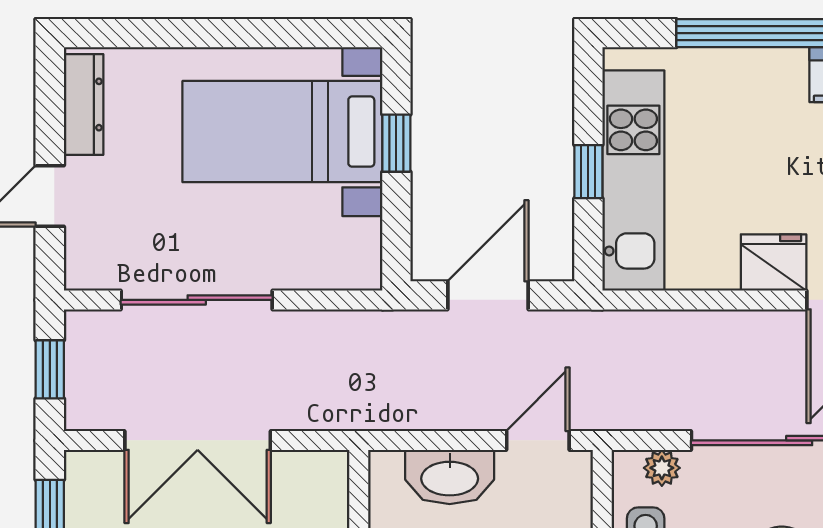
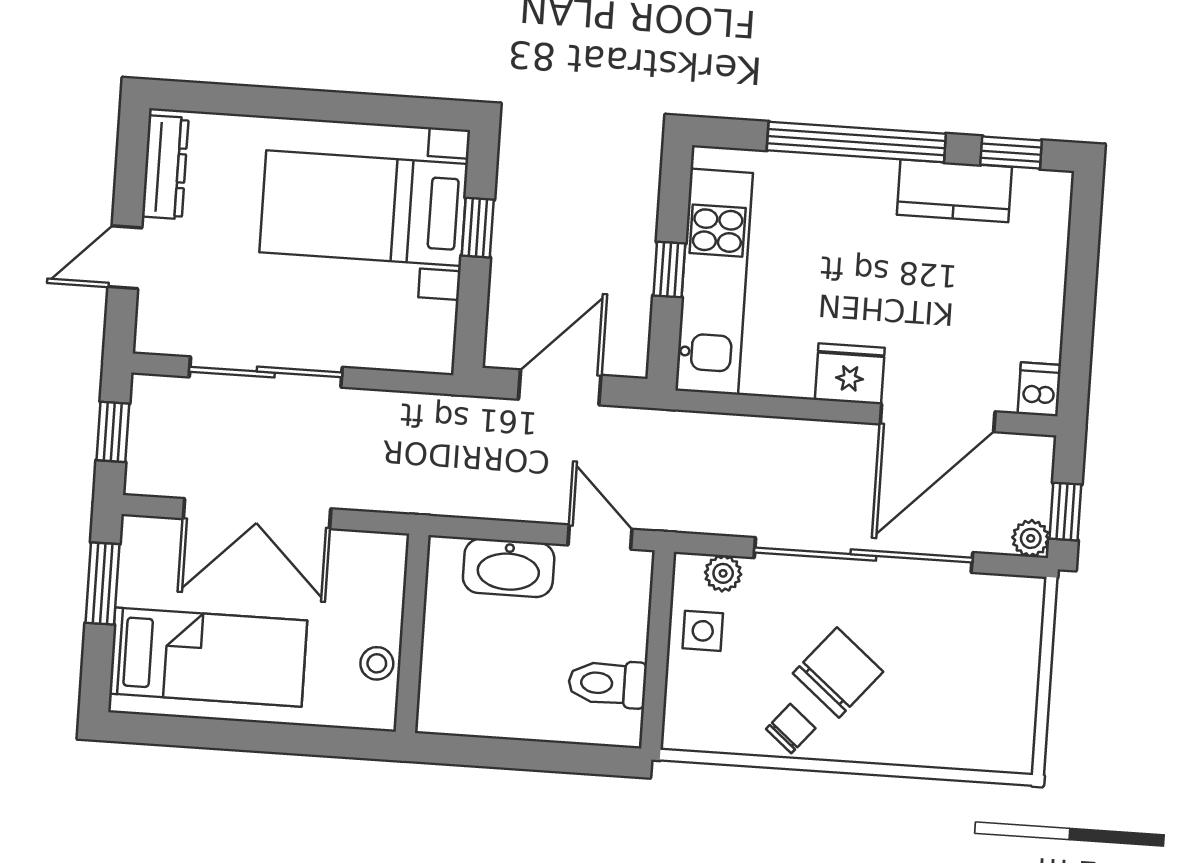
door: (538, 440) -> (600, 537), hinge flipped

